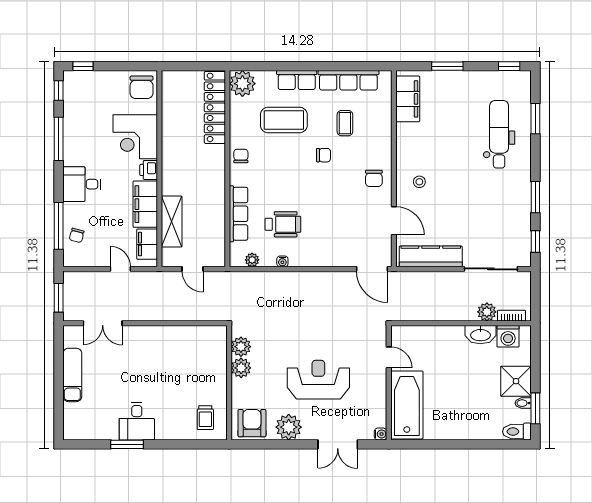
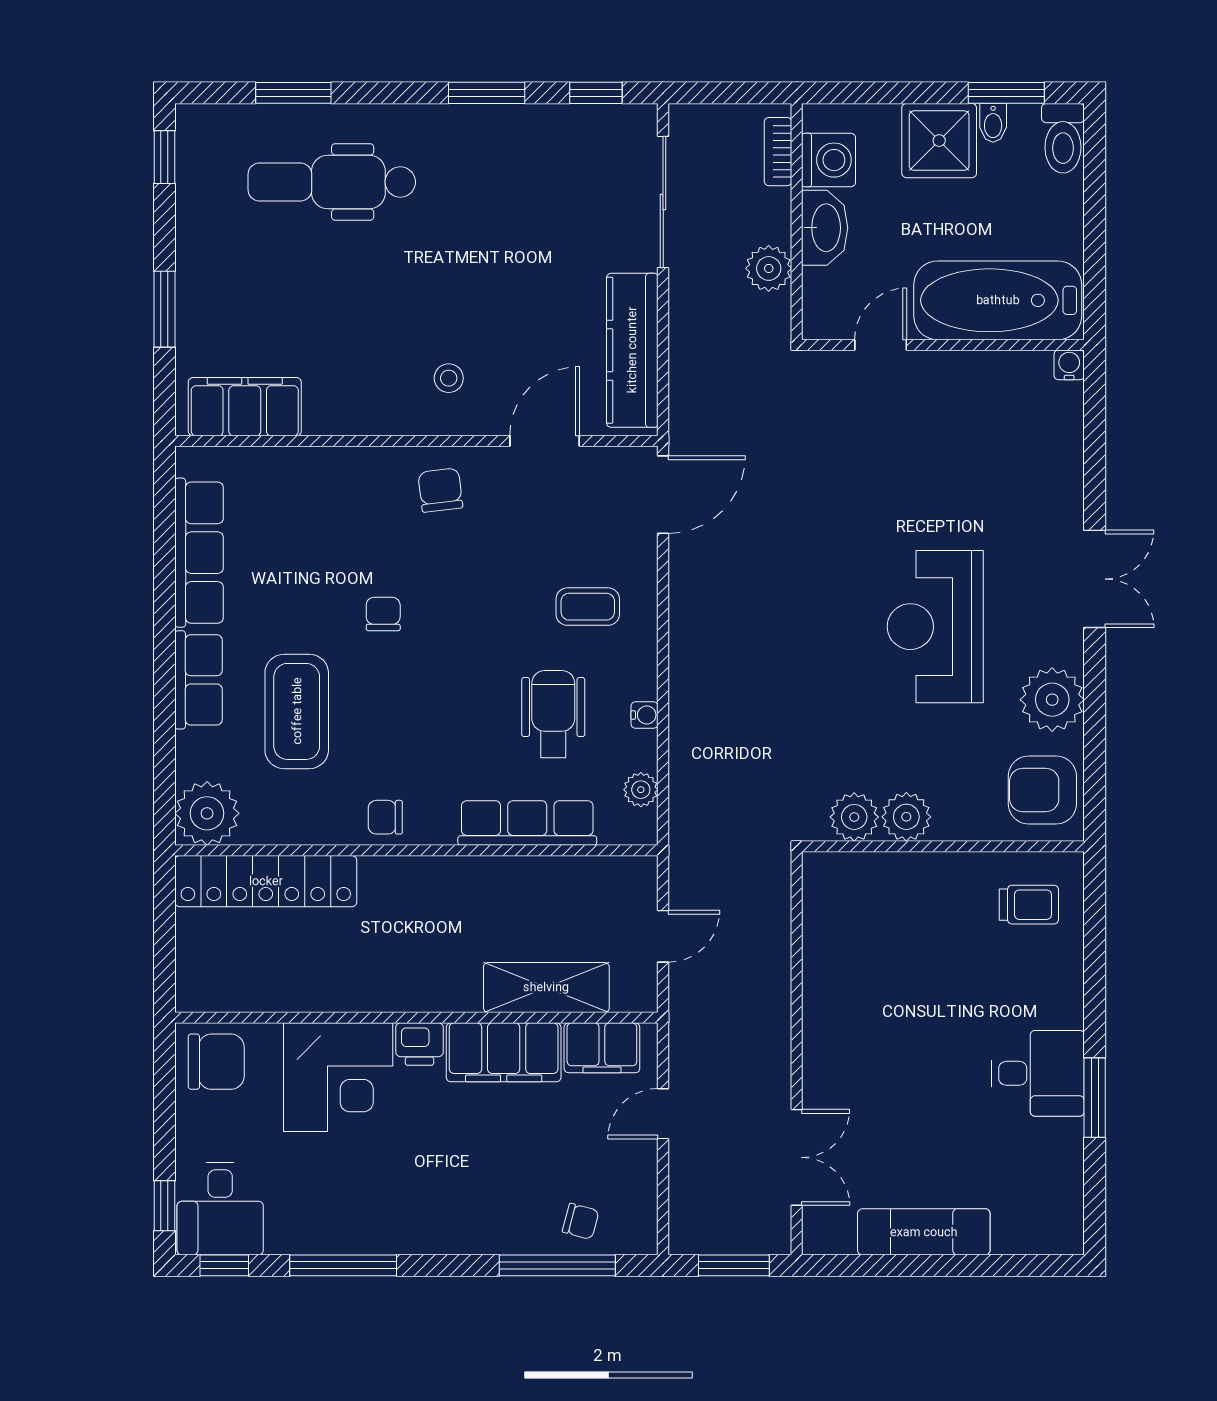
coffee table: (345, 123) -> (588, 607), moved
chair: (374, 178) -> (440, 490), turned -97
desk: (82, 184) -> (220, 1209), moved
plant: (487, 312) -> (769, 268), moved
door: (389, 357) -> (881, 345), moved
wall: (389, 383) -> (943, 345), moved
bathtub: (407, 405) -> (998, 300), moved
water cooler: (381, 434) -> (1069, 365), moved

